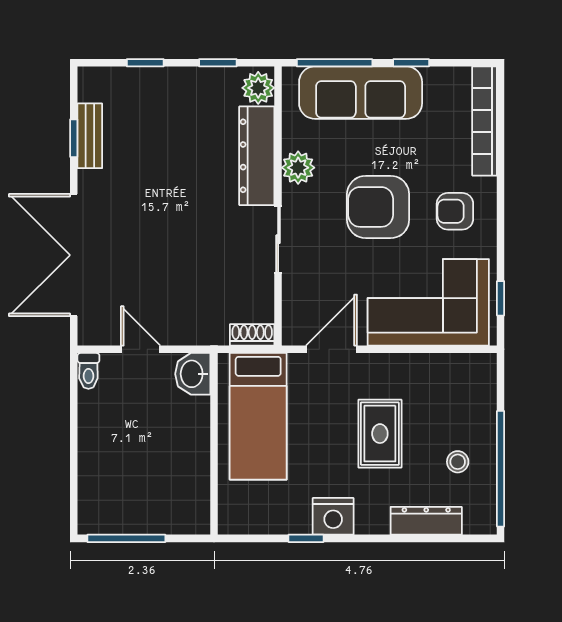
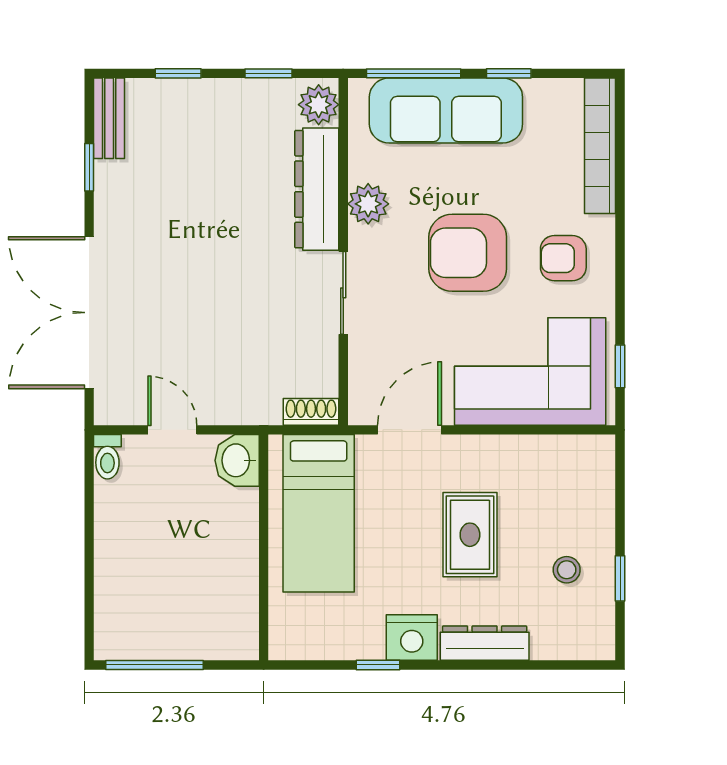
bench: (90, 136) -> (109, 118), moved
window: (501, 469) -> (620, 578), width x0.32
dresser: (426, 521) -> (485, 643), moved

